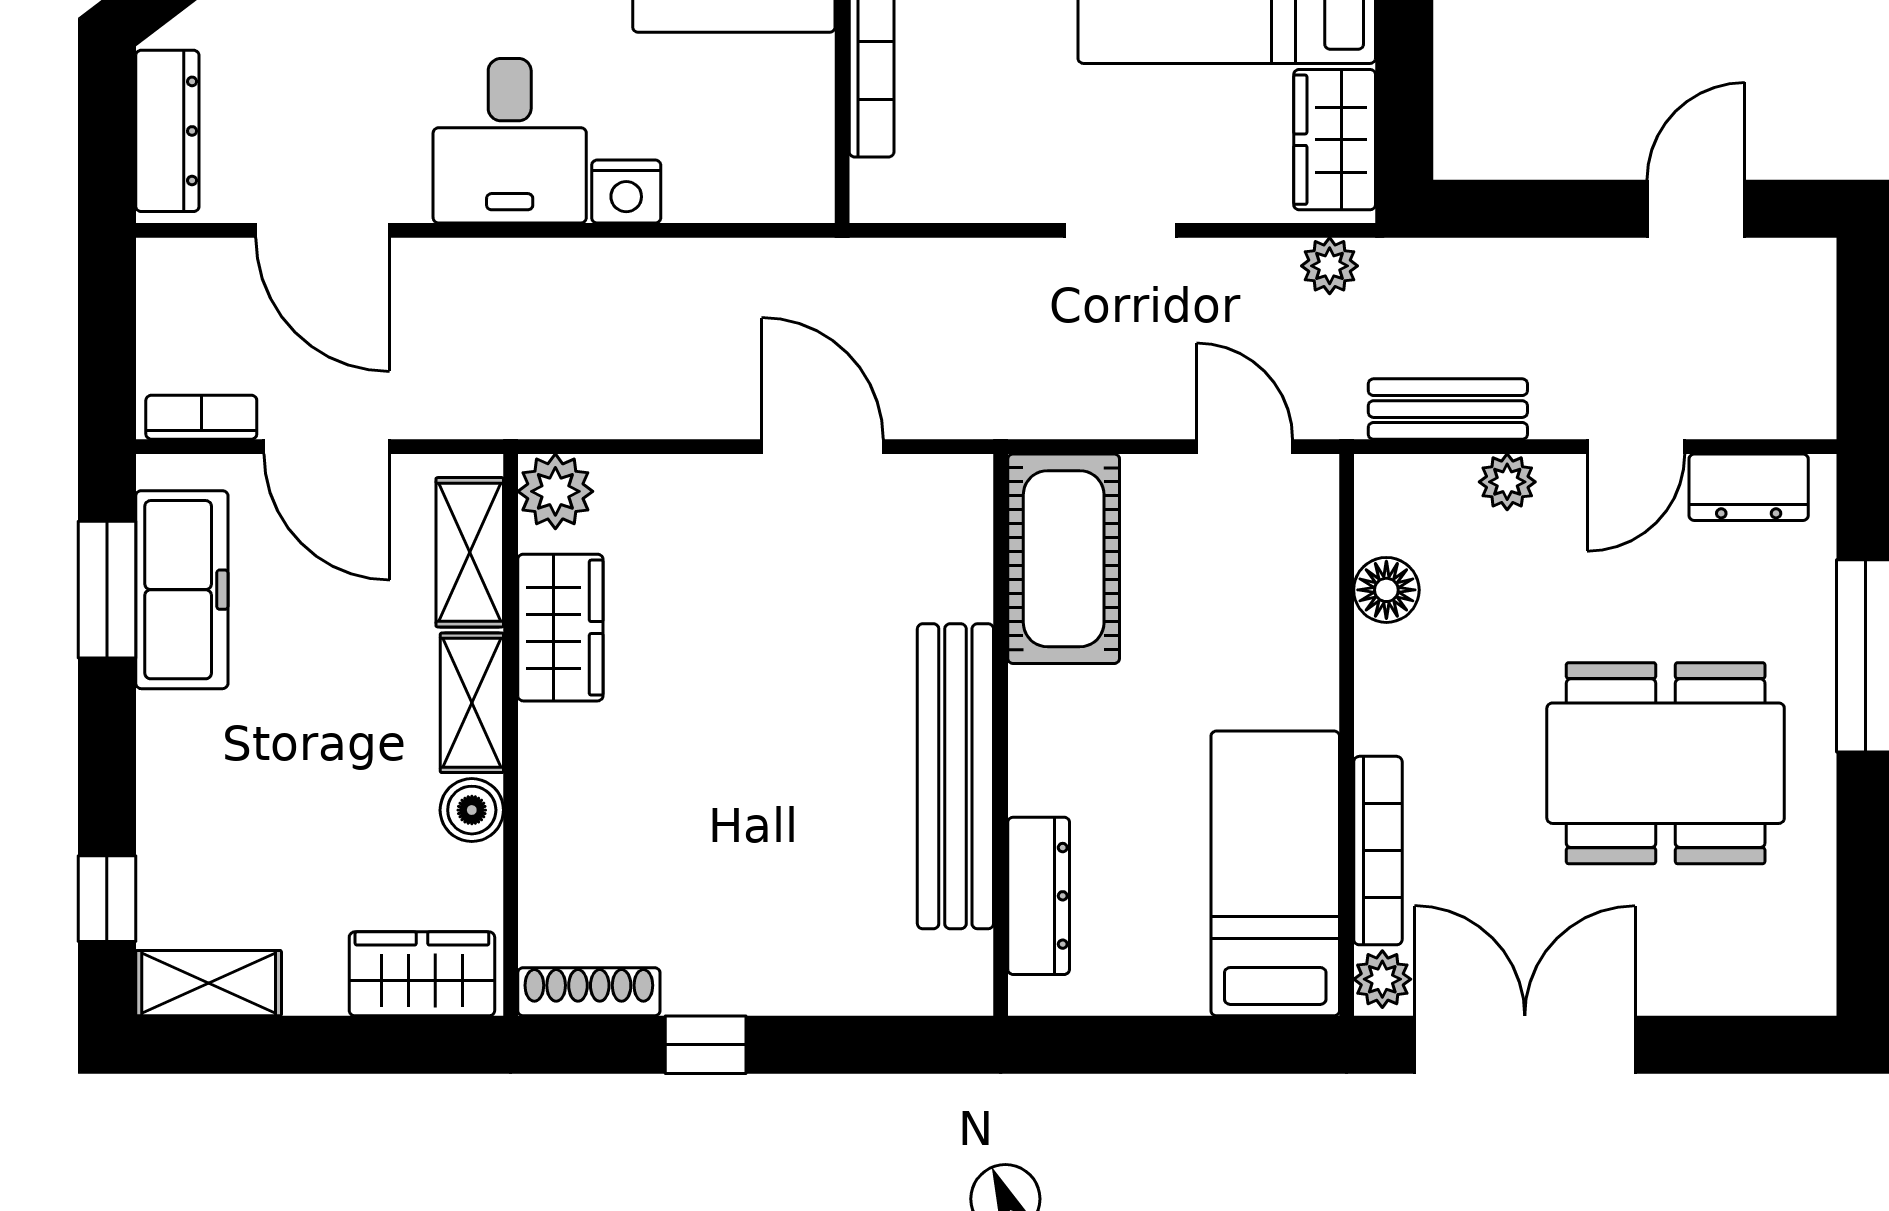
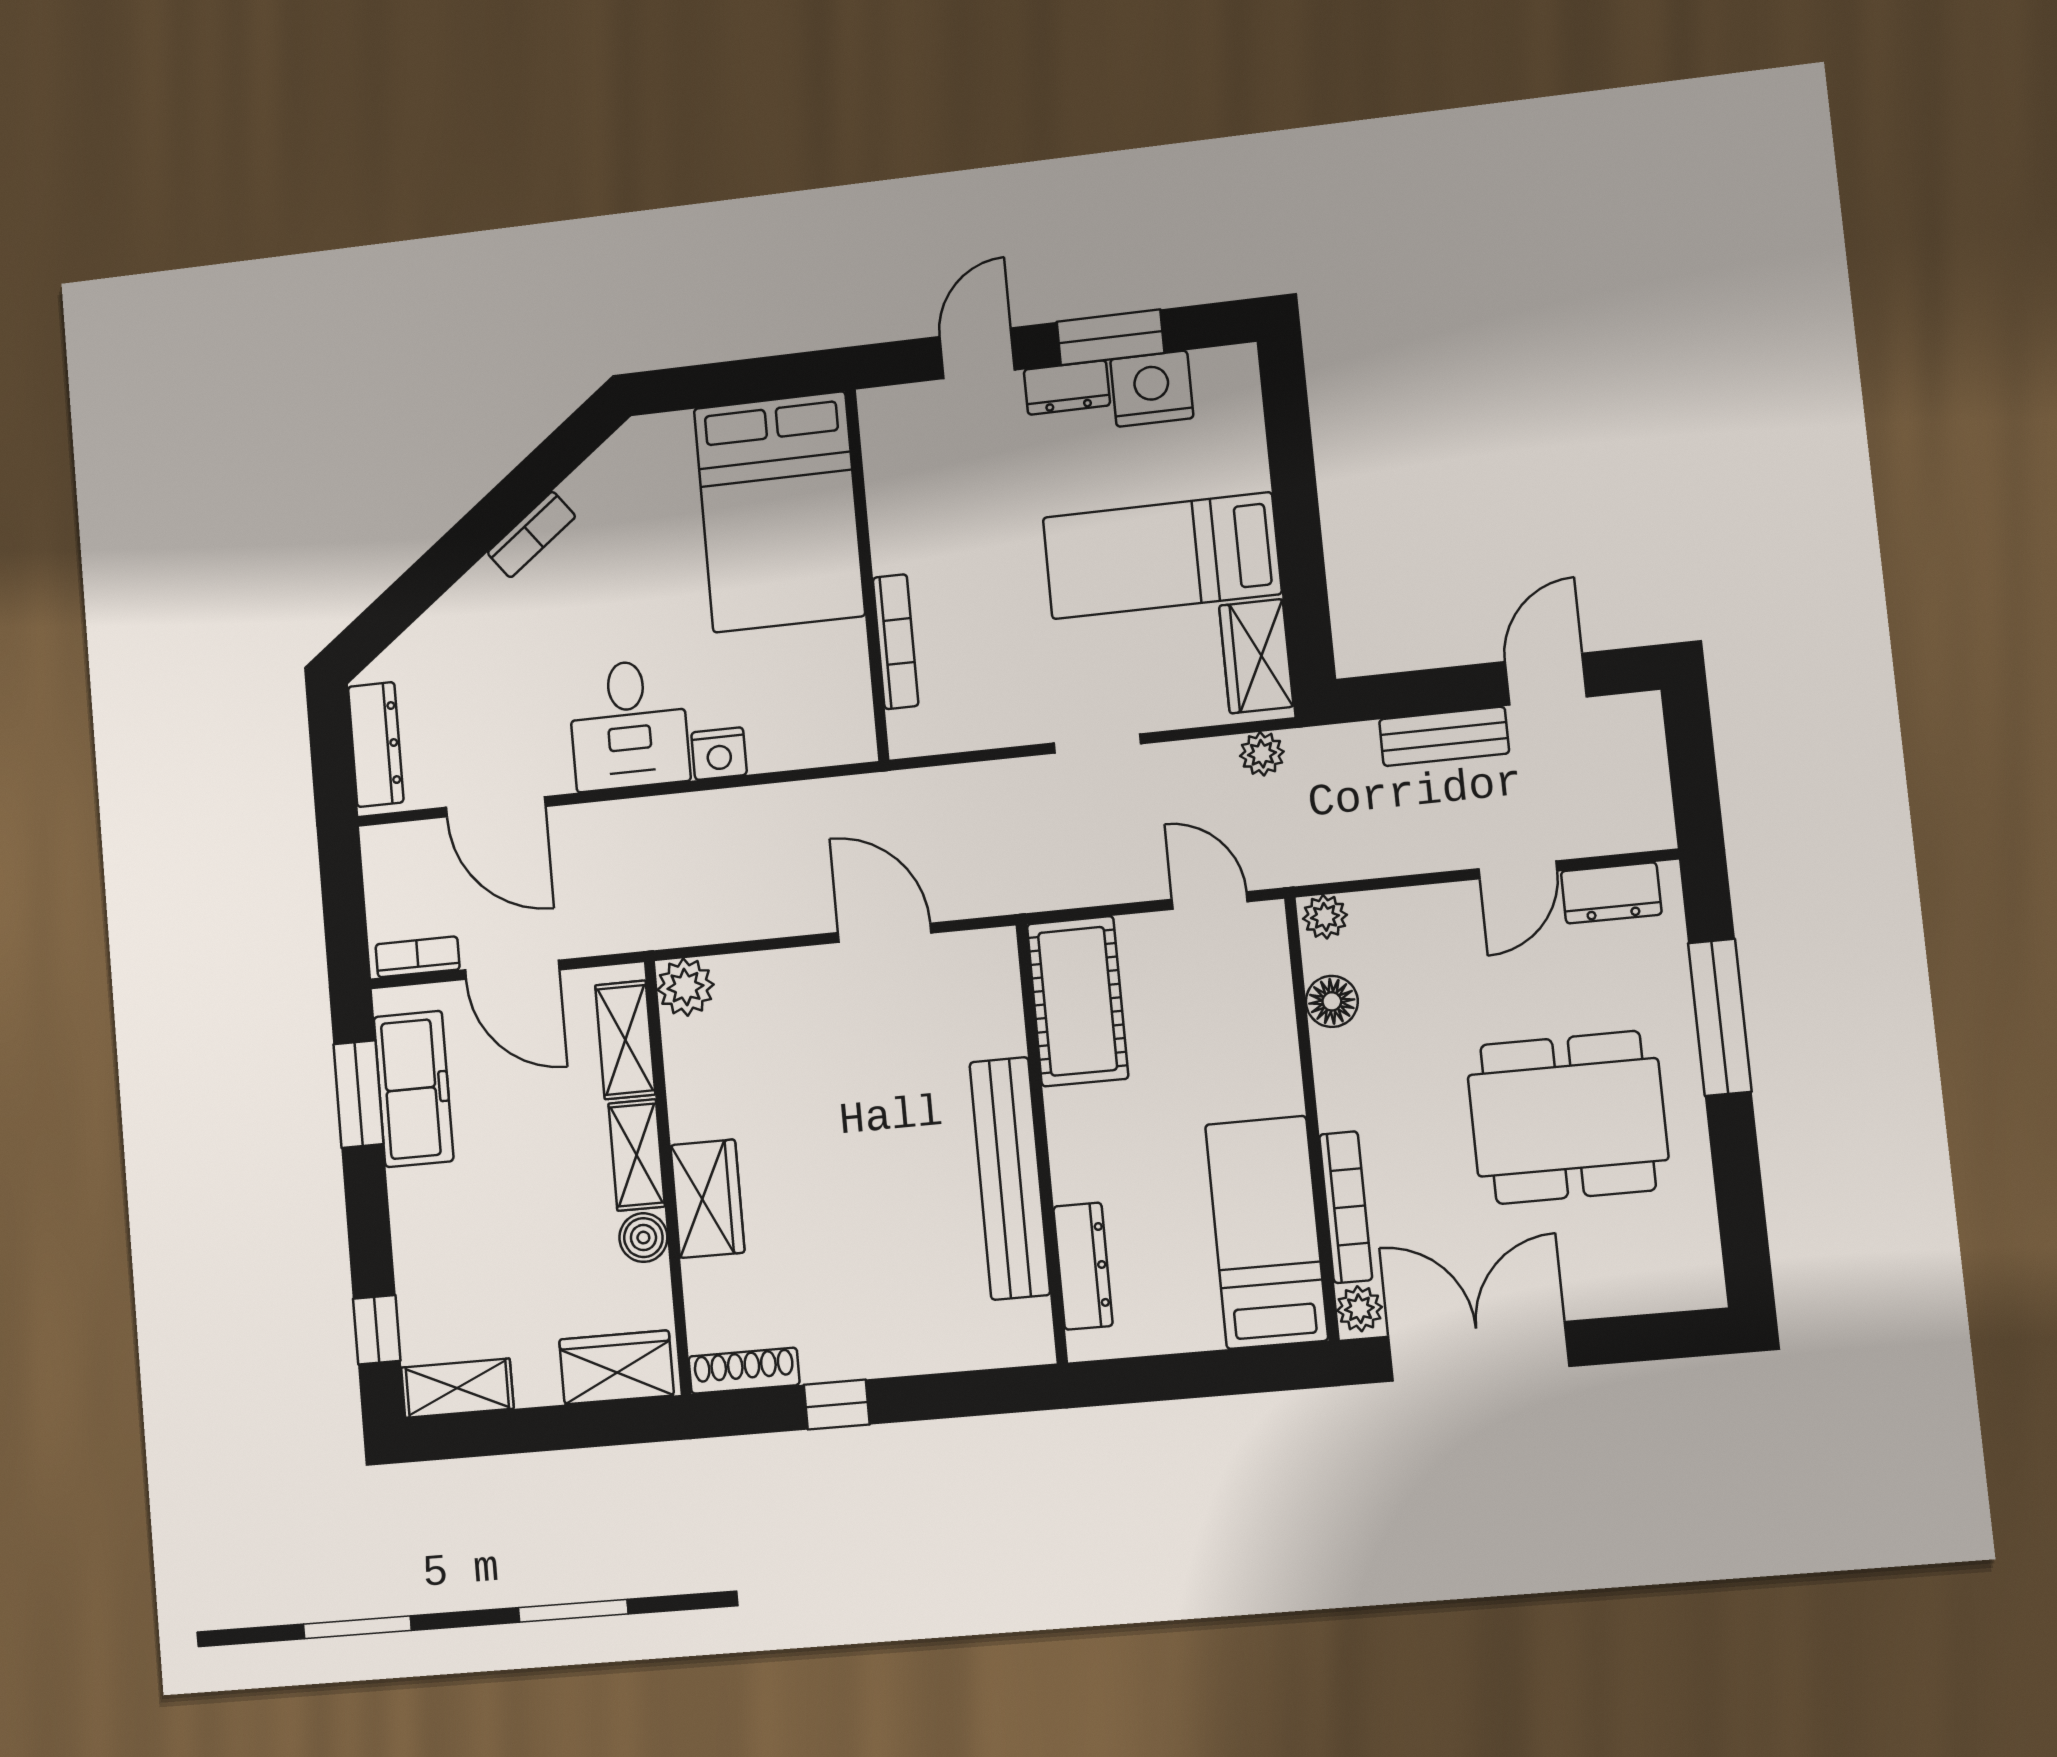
bench: (1448, 409) -> (1444, 736), moved
plant: (1507, 482) -> (1325, 917), moved
wardrobe: (560, 628) -> (707, 1199), moved

